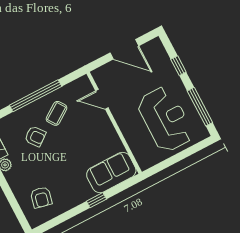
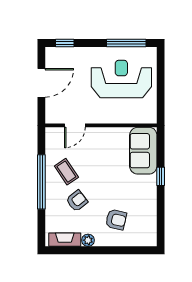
window: (178, 66) -> (65, 43), moved
armchair: (41, 197) -> (116, 220), moved

